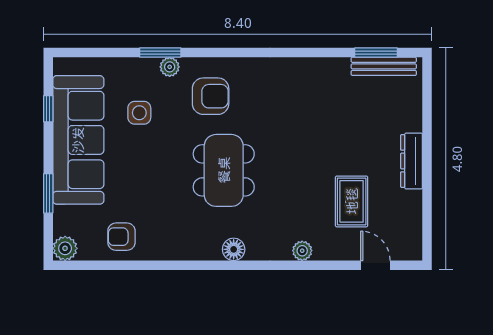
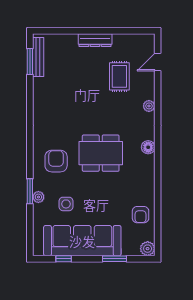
plant: (170, 67) -> (38, 197), moved
rug: (352, 201) -> (119, 76), turned 90

